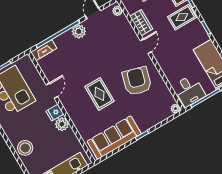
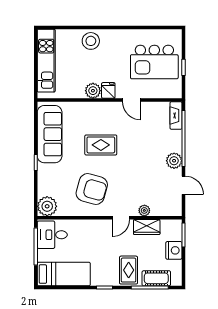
plant: (117, 11) -> (144, 210), moved
door: (146, 46) -> (121, 218), hinge flipped
plant: (175, 109) -> (47, 206), width x1.87, depth x1.87

